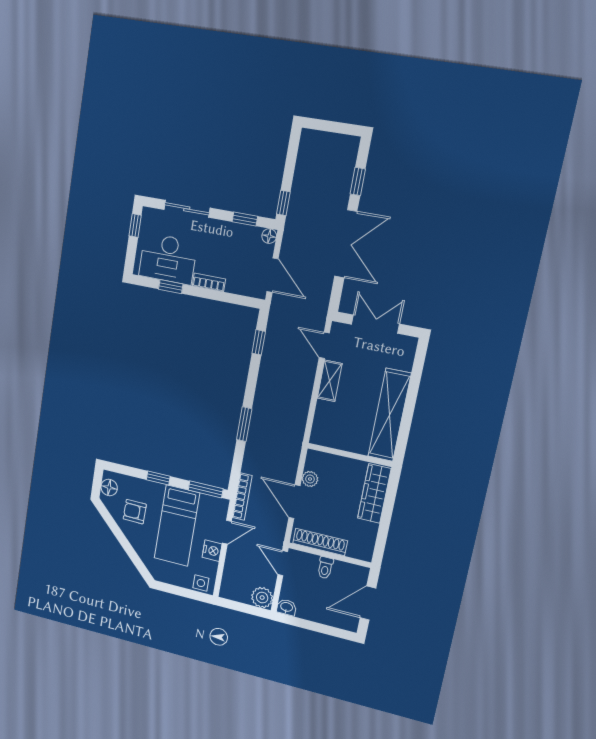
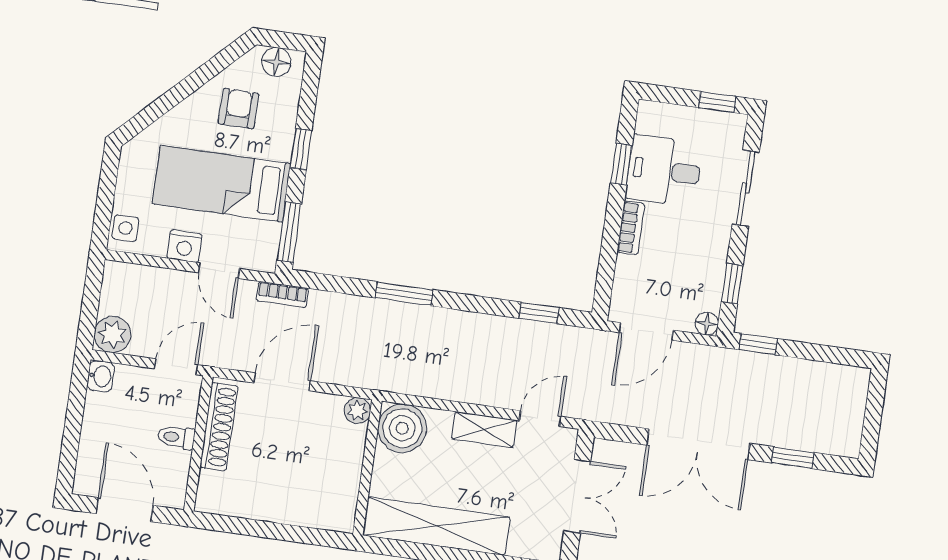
desk: (168, 259) -> (664, 171), width x0.73
boiler: (326, 432) -> (402, 428), added
plant: (310, 479) -> (357, 411), moved
wardrobe: (374, 493) -> (308, 510), removed
bookcase: (242, 497) -> (282, 295), width x0.64

